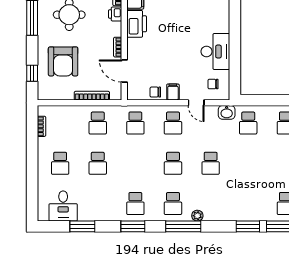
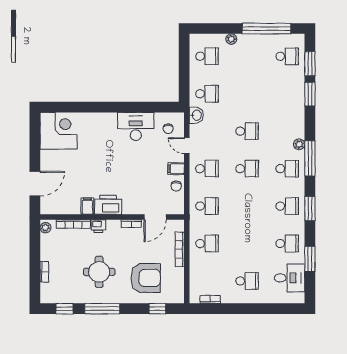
door: (196, 103) -> (187, 146), swing flipped
school desk: (98, 163) -> (287, 244), moved

